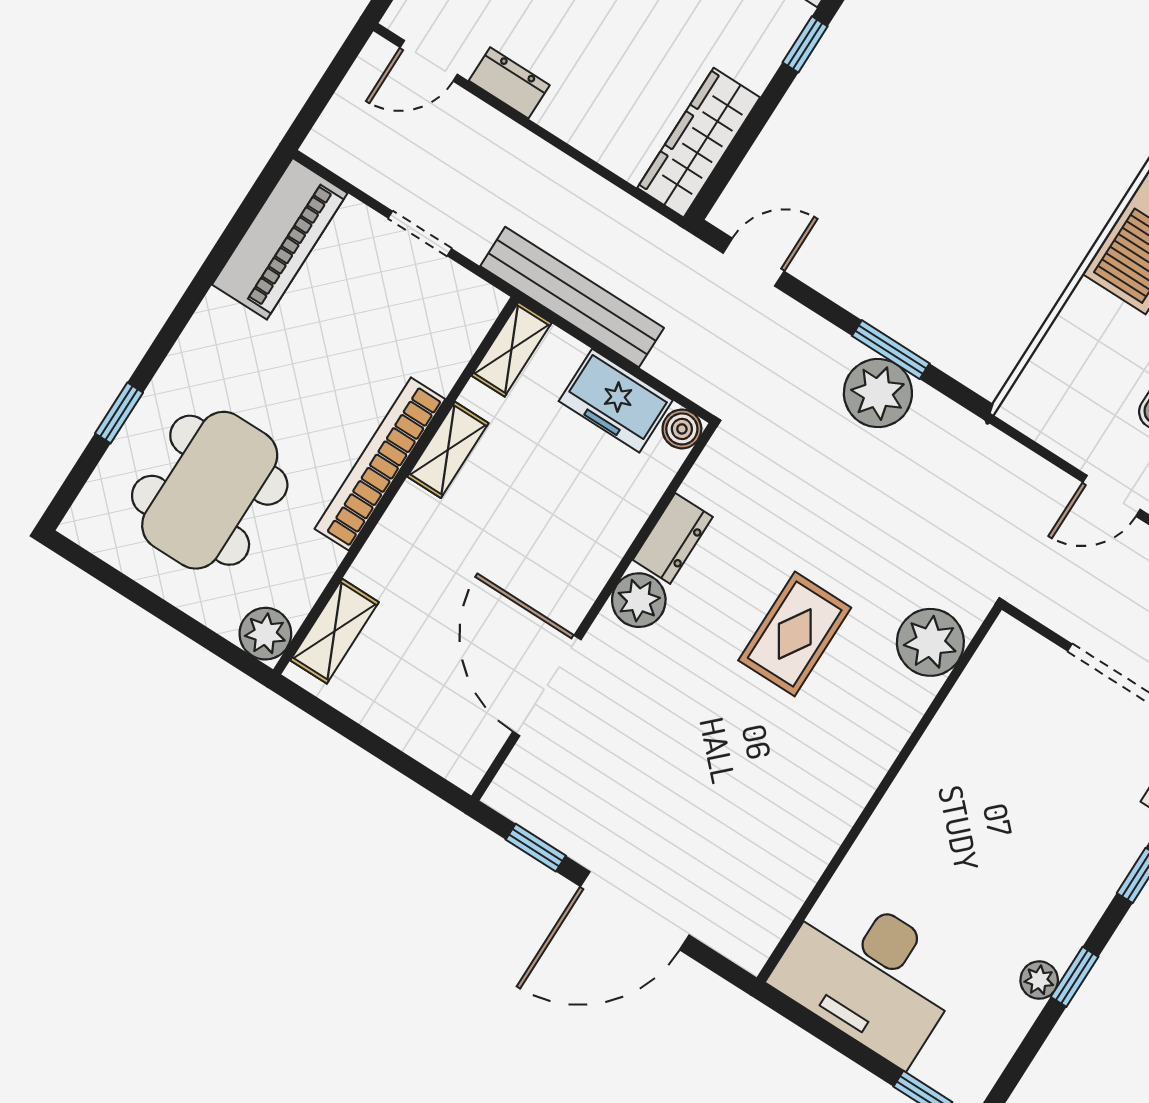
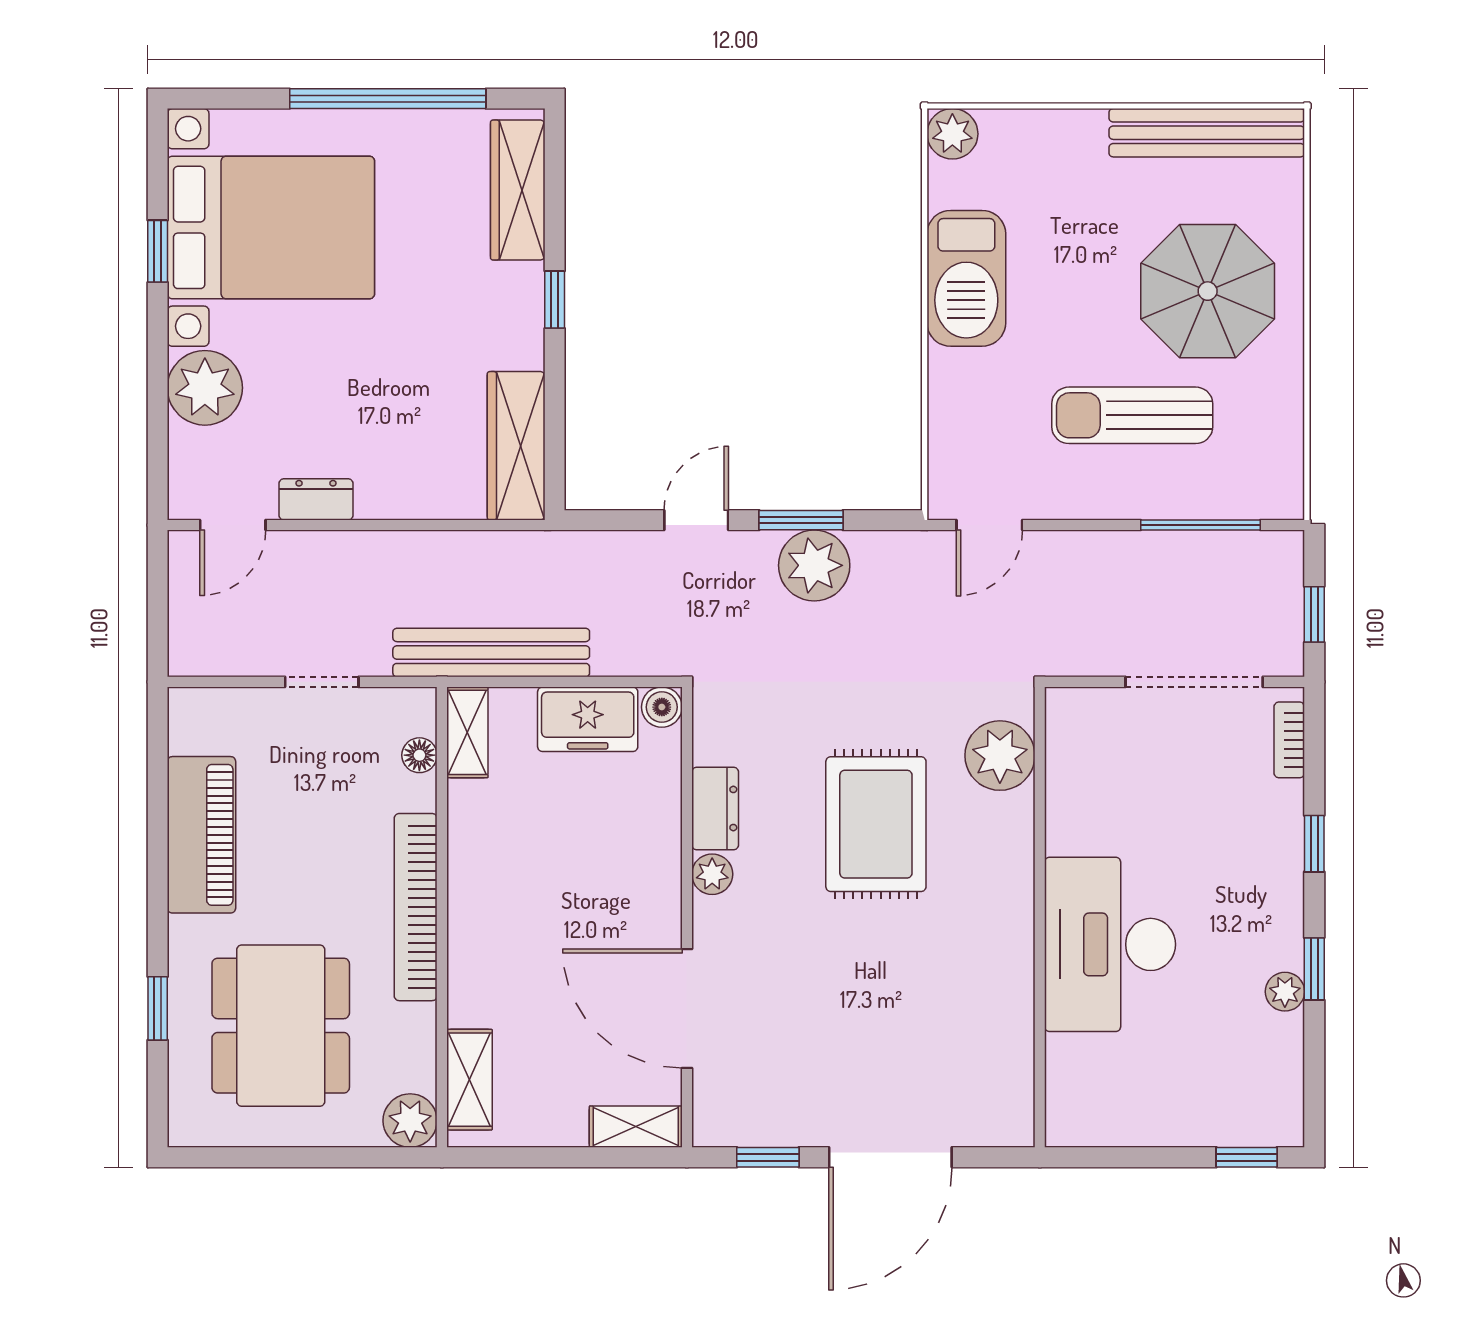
piano: (280, 239) -> (201, 835), moved
door: (754, 262) -> (696, 520), moved
floor lamp: (461, 343) -> (419, 755), added
shelving: (448, 450) -> (636, 1127), moved, turned 90
door: (1112, 496) -> (989, 525), moved
plant: (639, 600) -> (712, 874), width x0.73, depth x0.73
rug: (795, 634) -> (876, 824), width x1.36, depth x1.43
desk: (869, 974) -> (1110, 944), moved, turned 90

